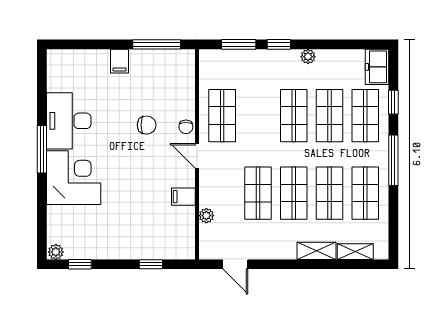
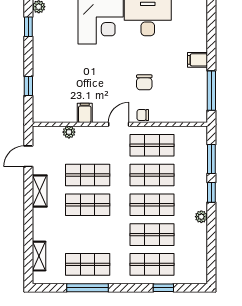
freezer: (377, 67) -> (193, 274), removed
window: (393, 160) -> (87, 288), moved
shop shelf: (330, 193) -> (152, 175), moved
shelving: (317, 251) -> (40, 191), moved

